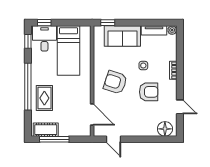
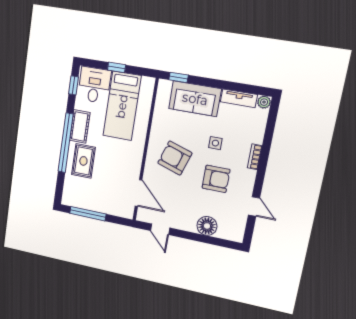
window: (44, 23) -> (117, 67), moved
floor lamp: (165, 129) -> (207, 226), moved
cot: (46, 130) -> (80, 127), moved, turned 90

